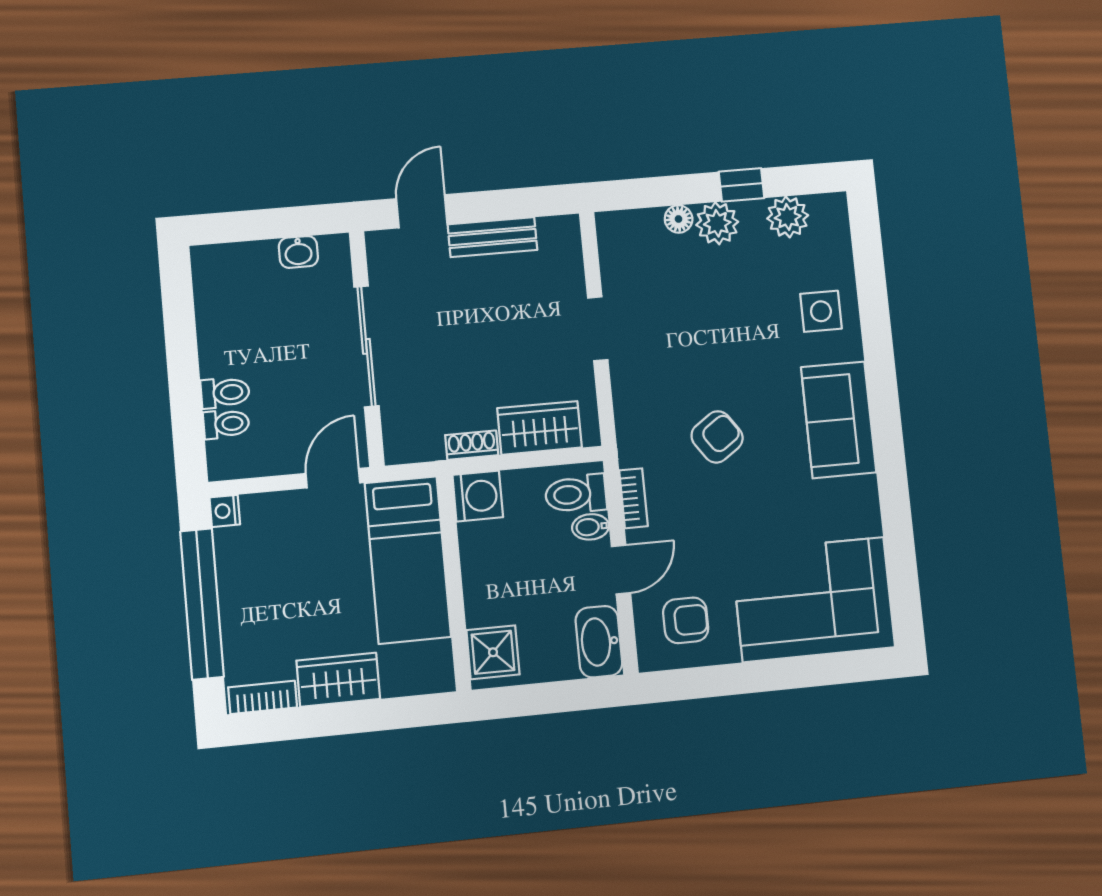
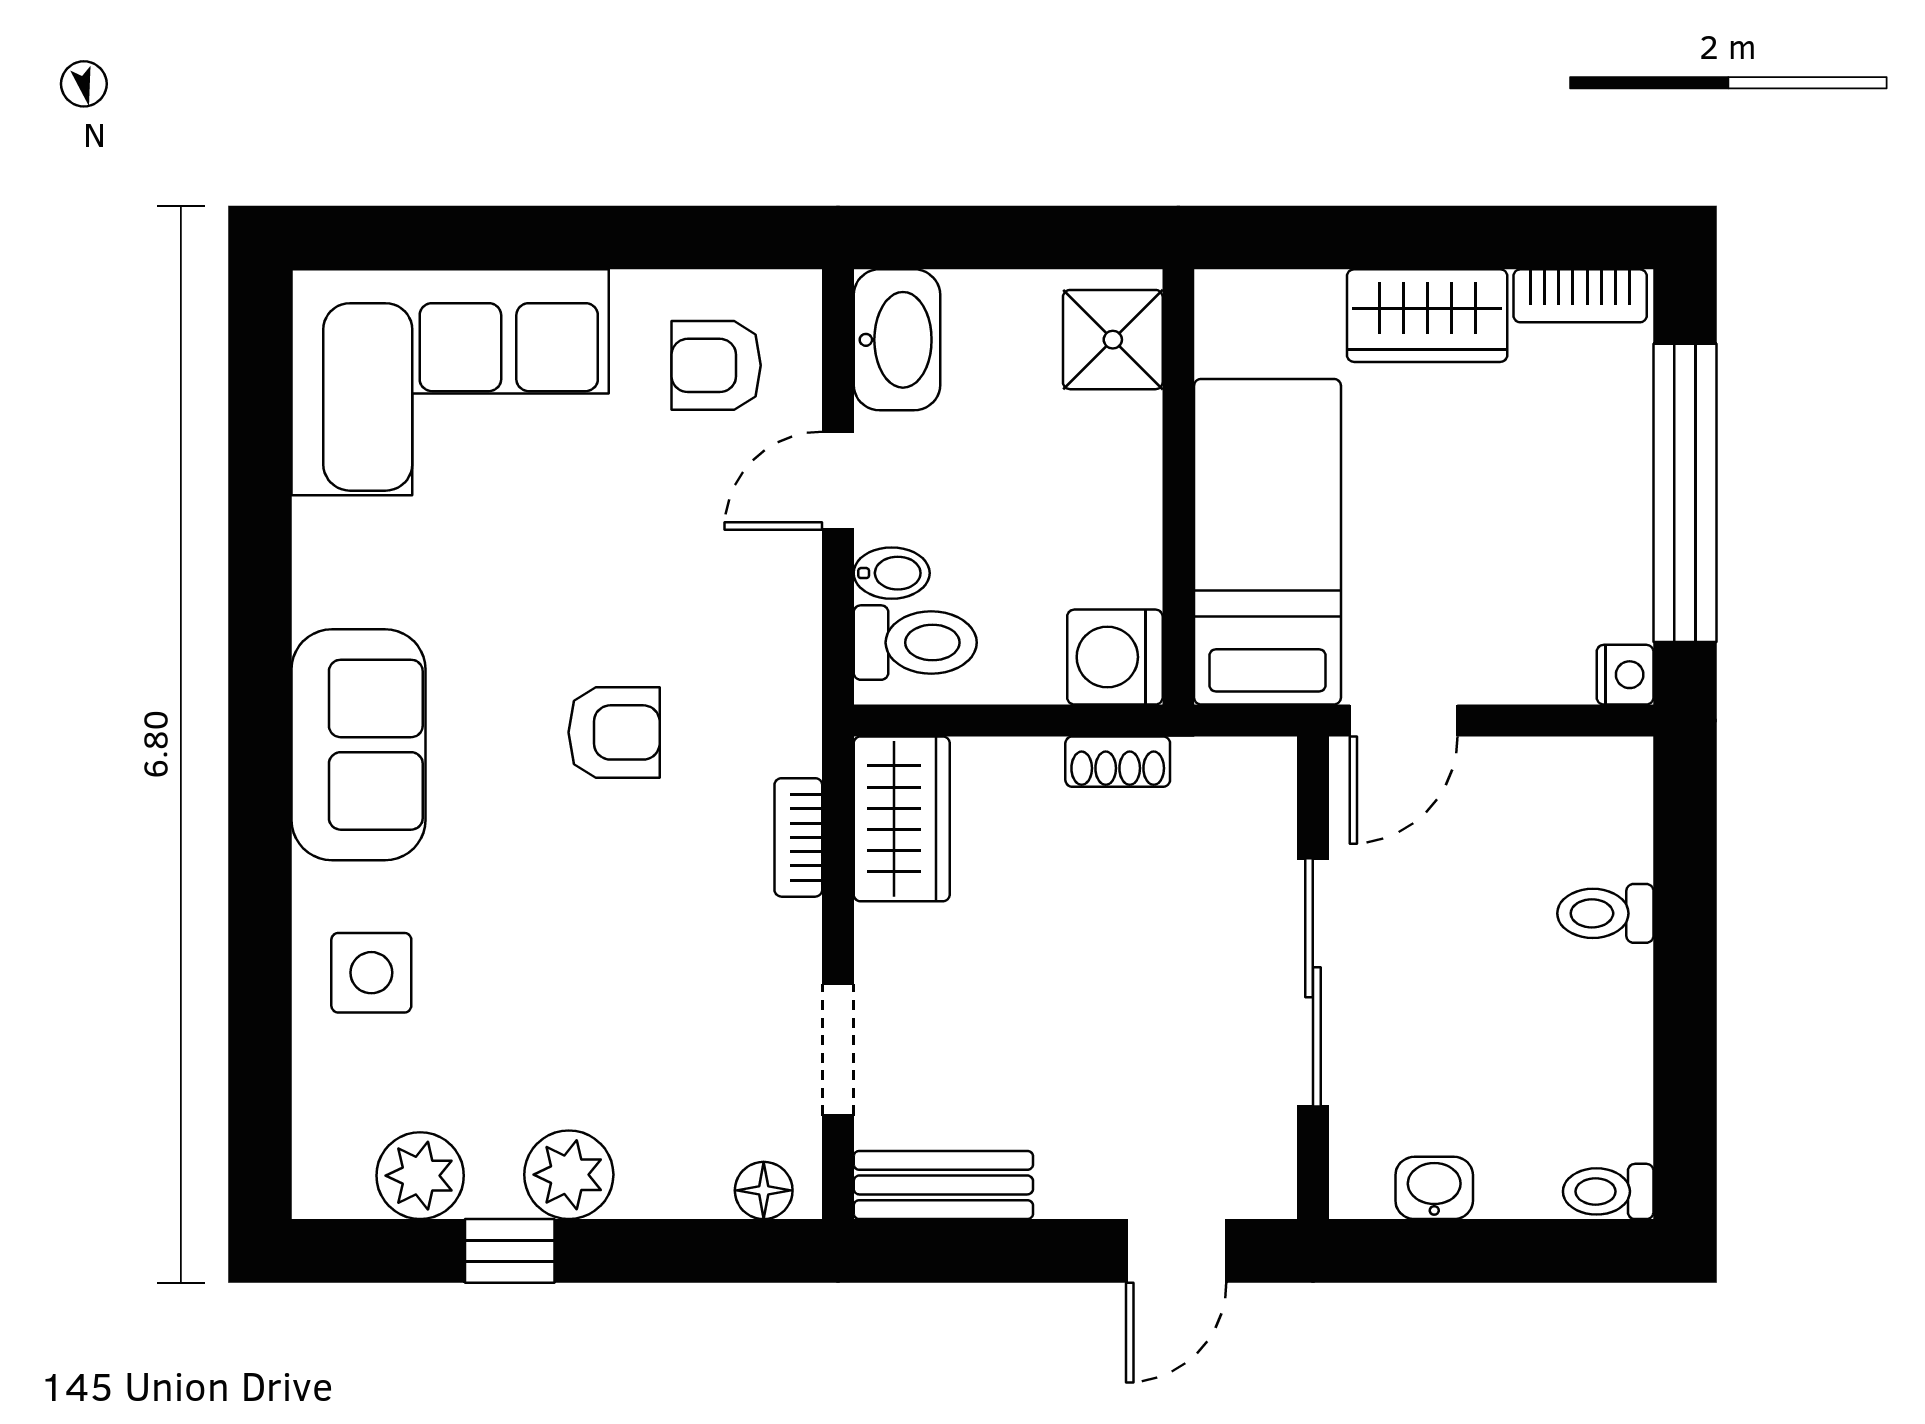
floor lamp: (679, 219) -> (764, 1190), moved
bench: (492, 237) -> (943, 1185), moved
doorway: (598, 329) -> (838, 1050), moved
toilet: (226, 424) -> (1608, 1191), moved
wardrobe: (539, 428) -> (902, 819), moved, turned -90
armchair: (717, 437) -> (614, 732), turned -145
bookcase: (633, 498) -> (798, 837), moved

